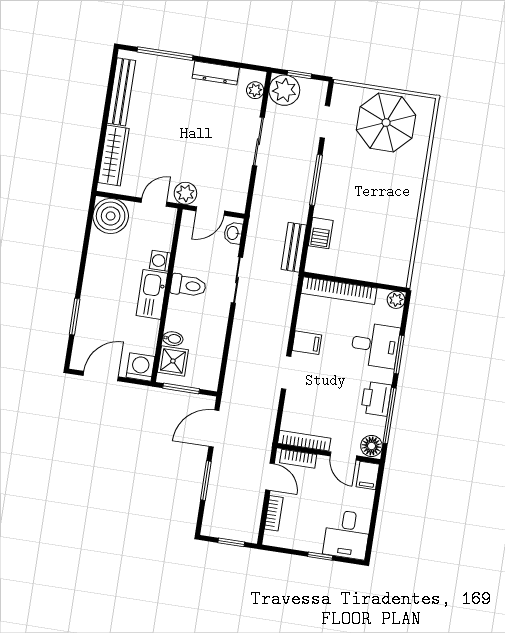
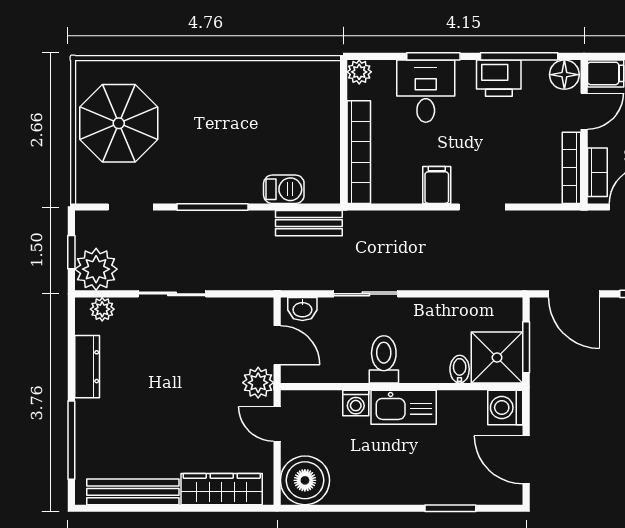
shower: (173, 361) -> (497, 357), width x1.36, depth x1.36

